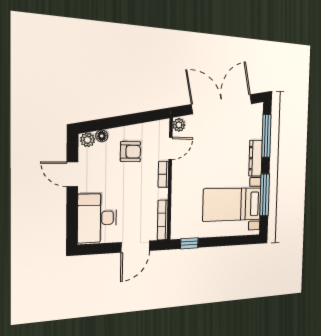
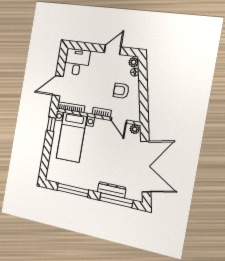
armchair: (130, 152) -> (121, 91), turned 90
dresser: (255, 158) -> (112, 190), moved
bed with nightstands: (232, 204) -> (71, 137), moved, turned 180
desk: (97, 218) -> (77, 62), width x0.73
door: (135, 247) -> (58, 86), hinge flipped

